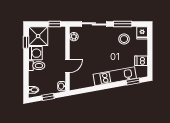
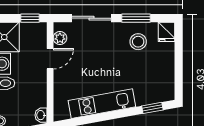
dishwasher: (141, 61) -> (165, 76), removed
door: (67, 66) -> (50, 59), moved
kitchen unit: (115, 76) -> (102, 104), moved

